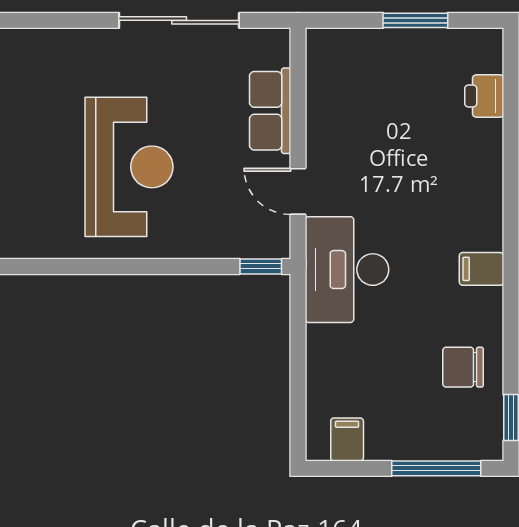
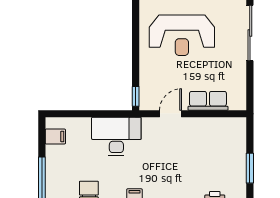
sliding door: (179, 20) -> (250, 33), moved
desk: (347, 270) -> (116, 136), moved

